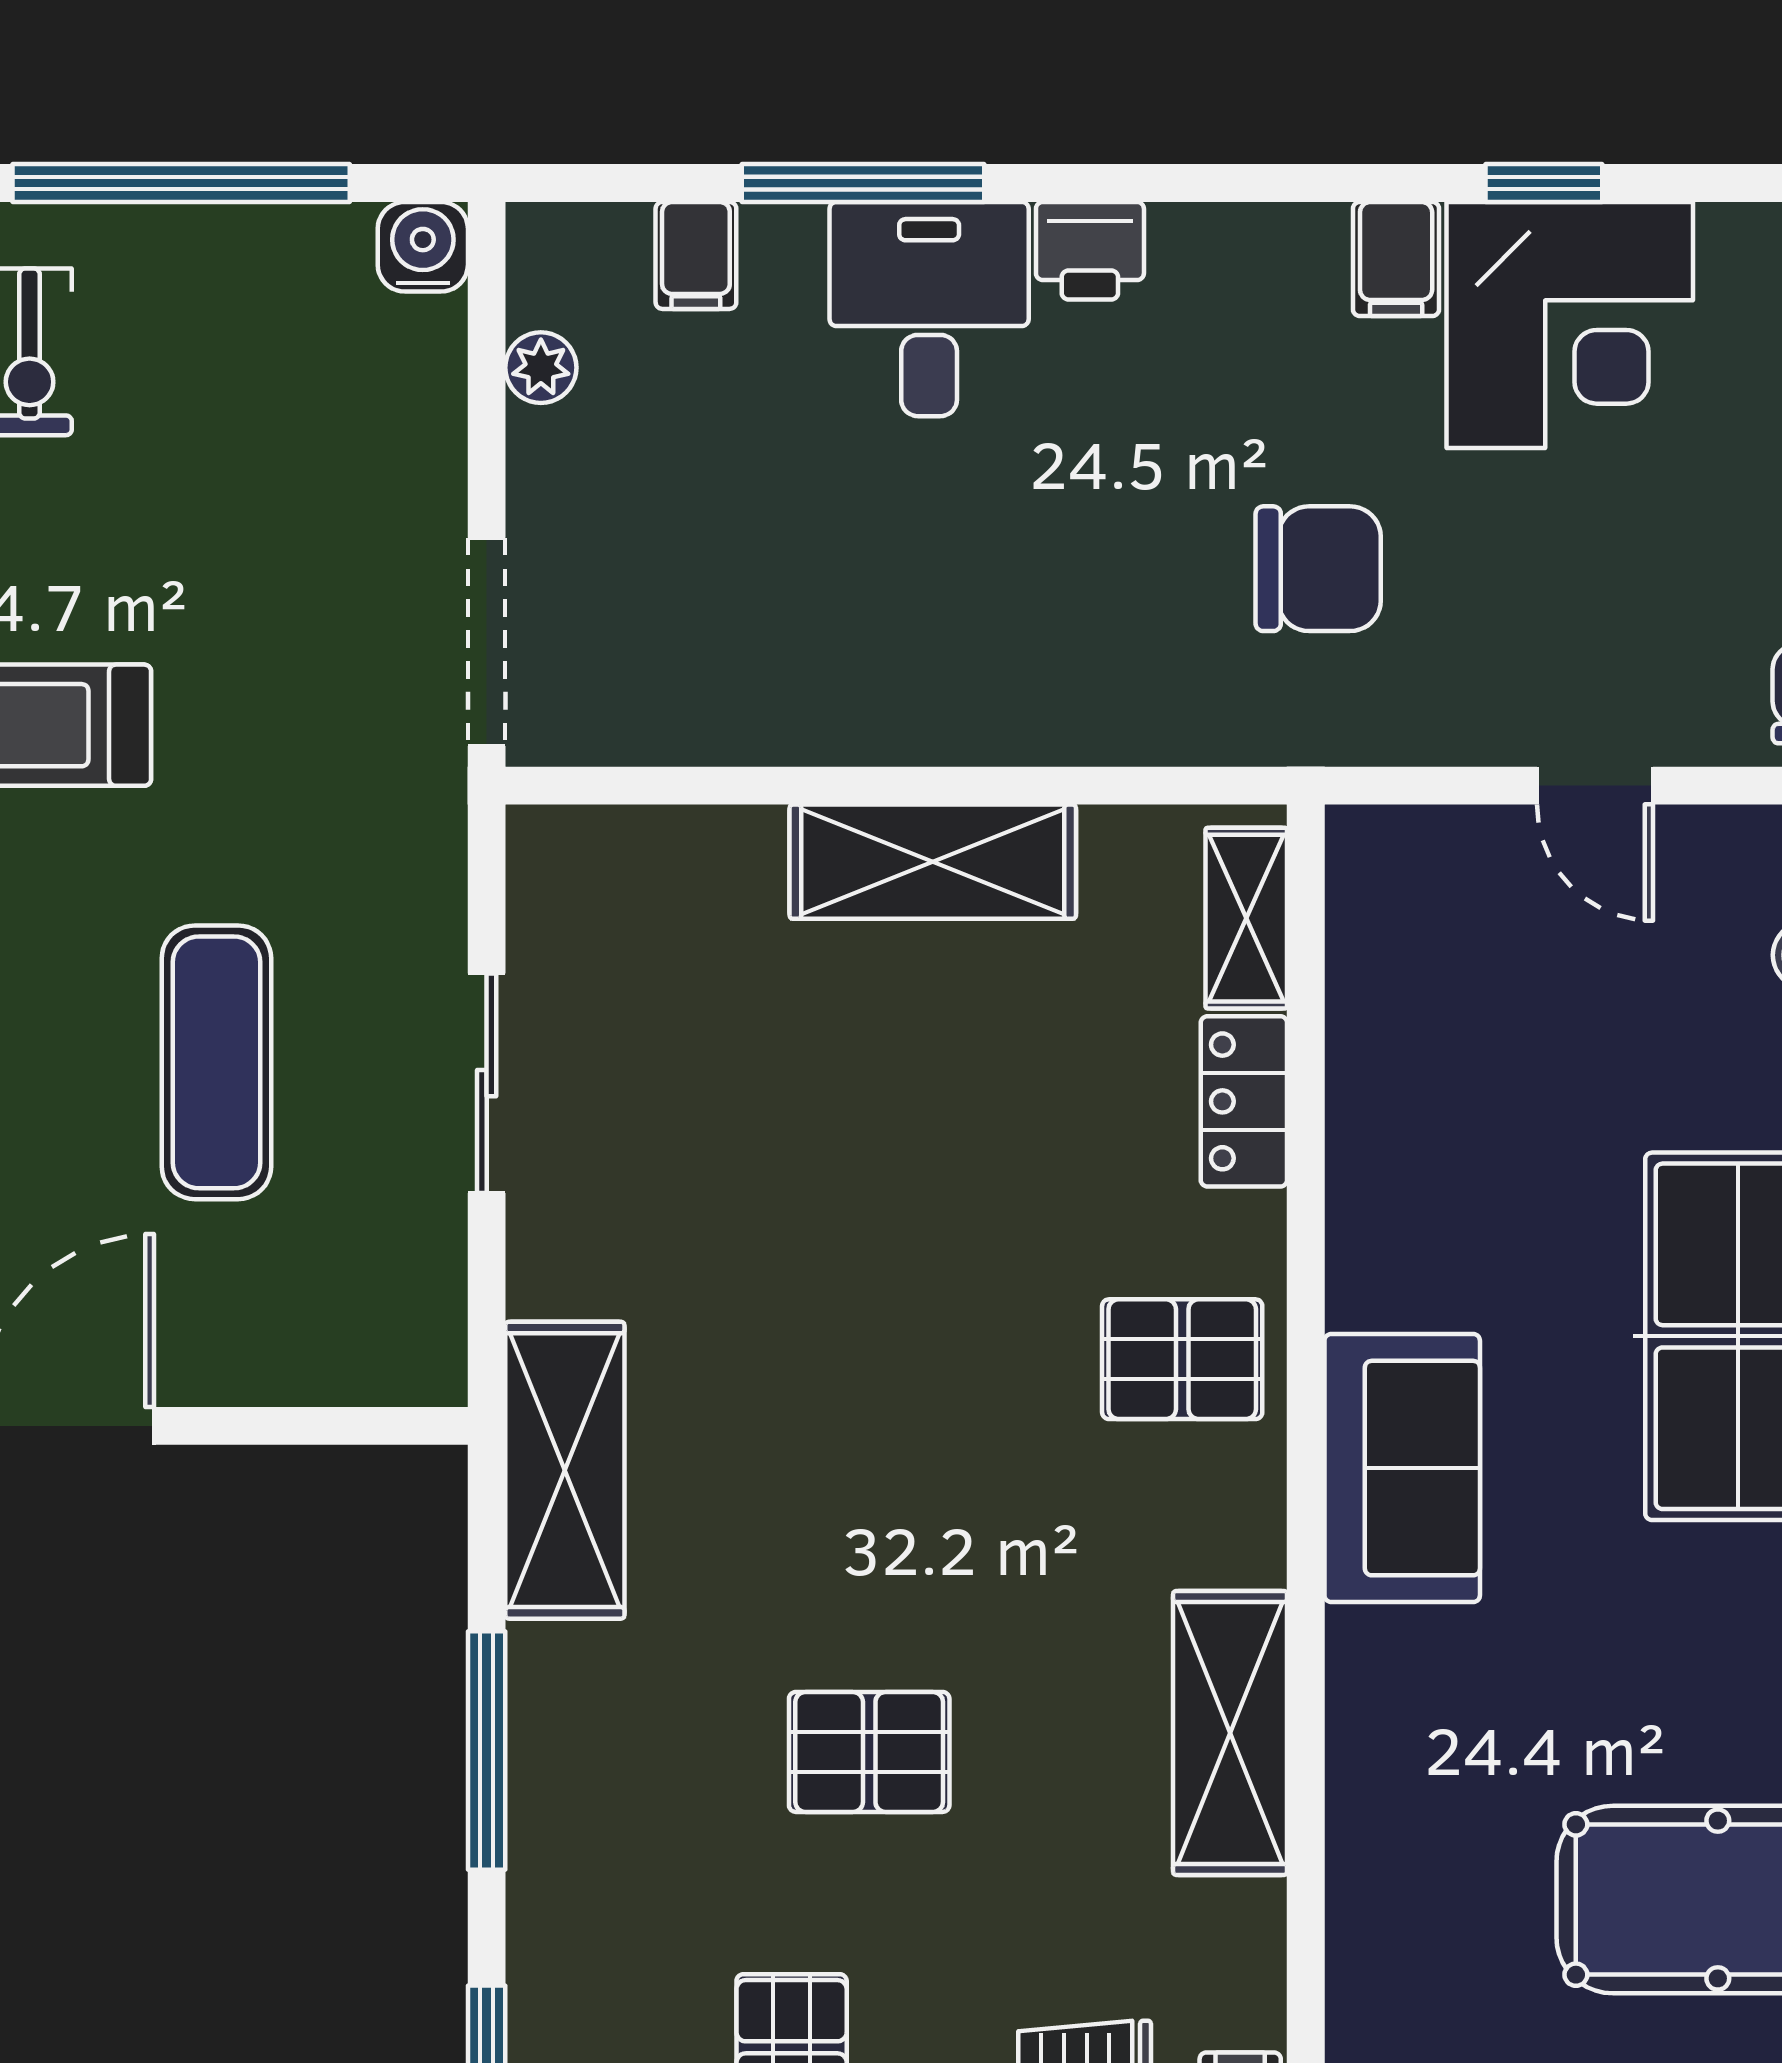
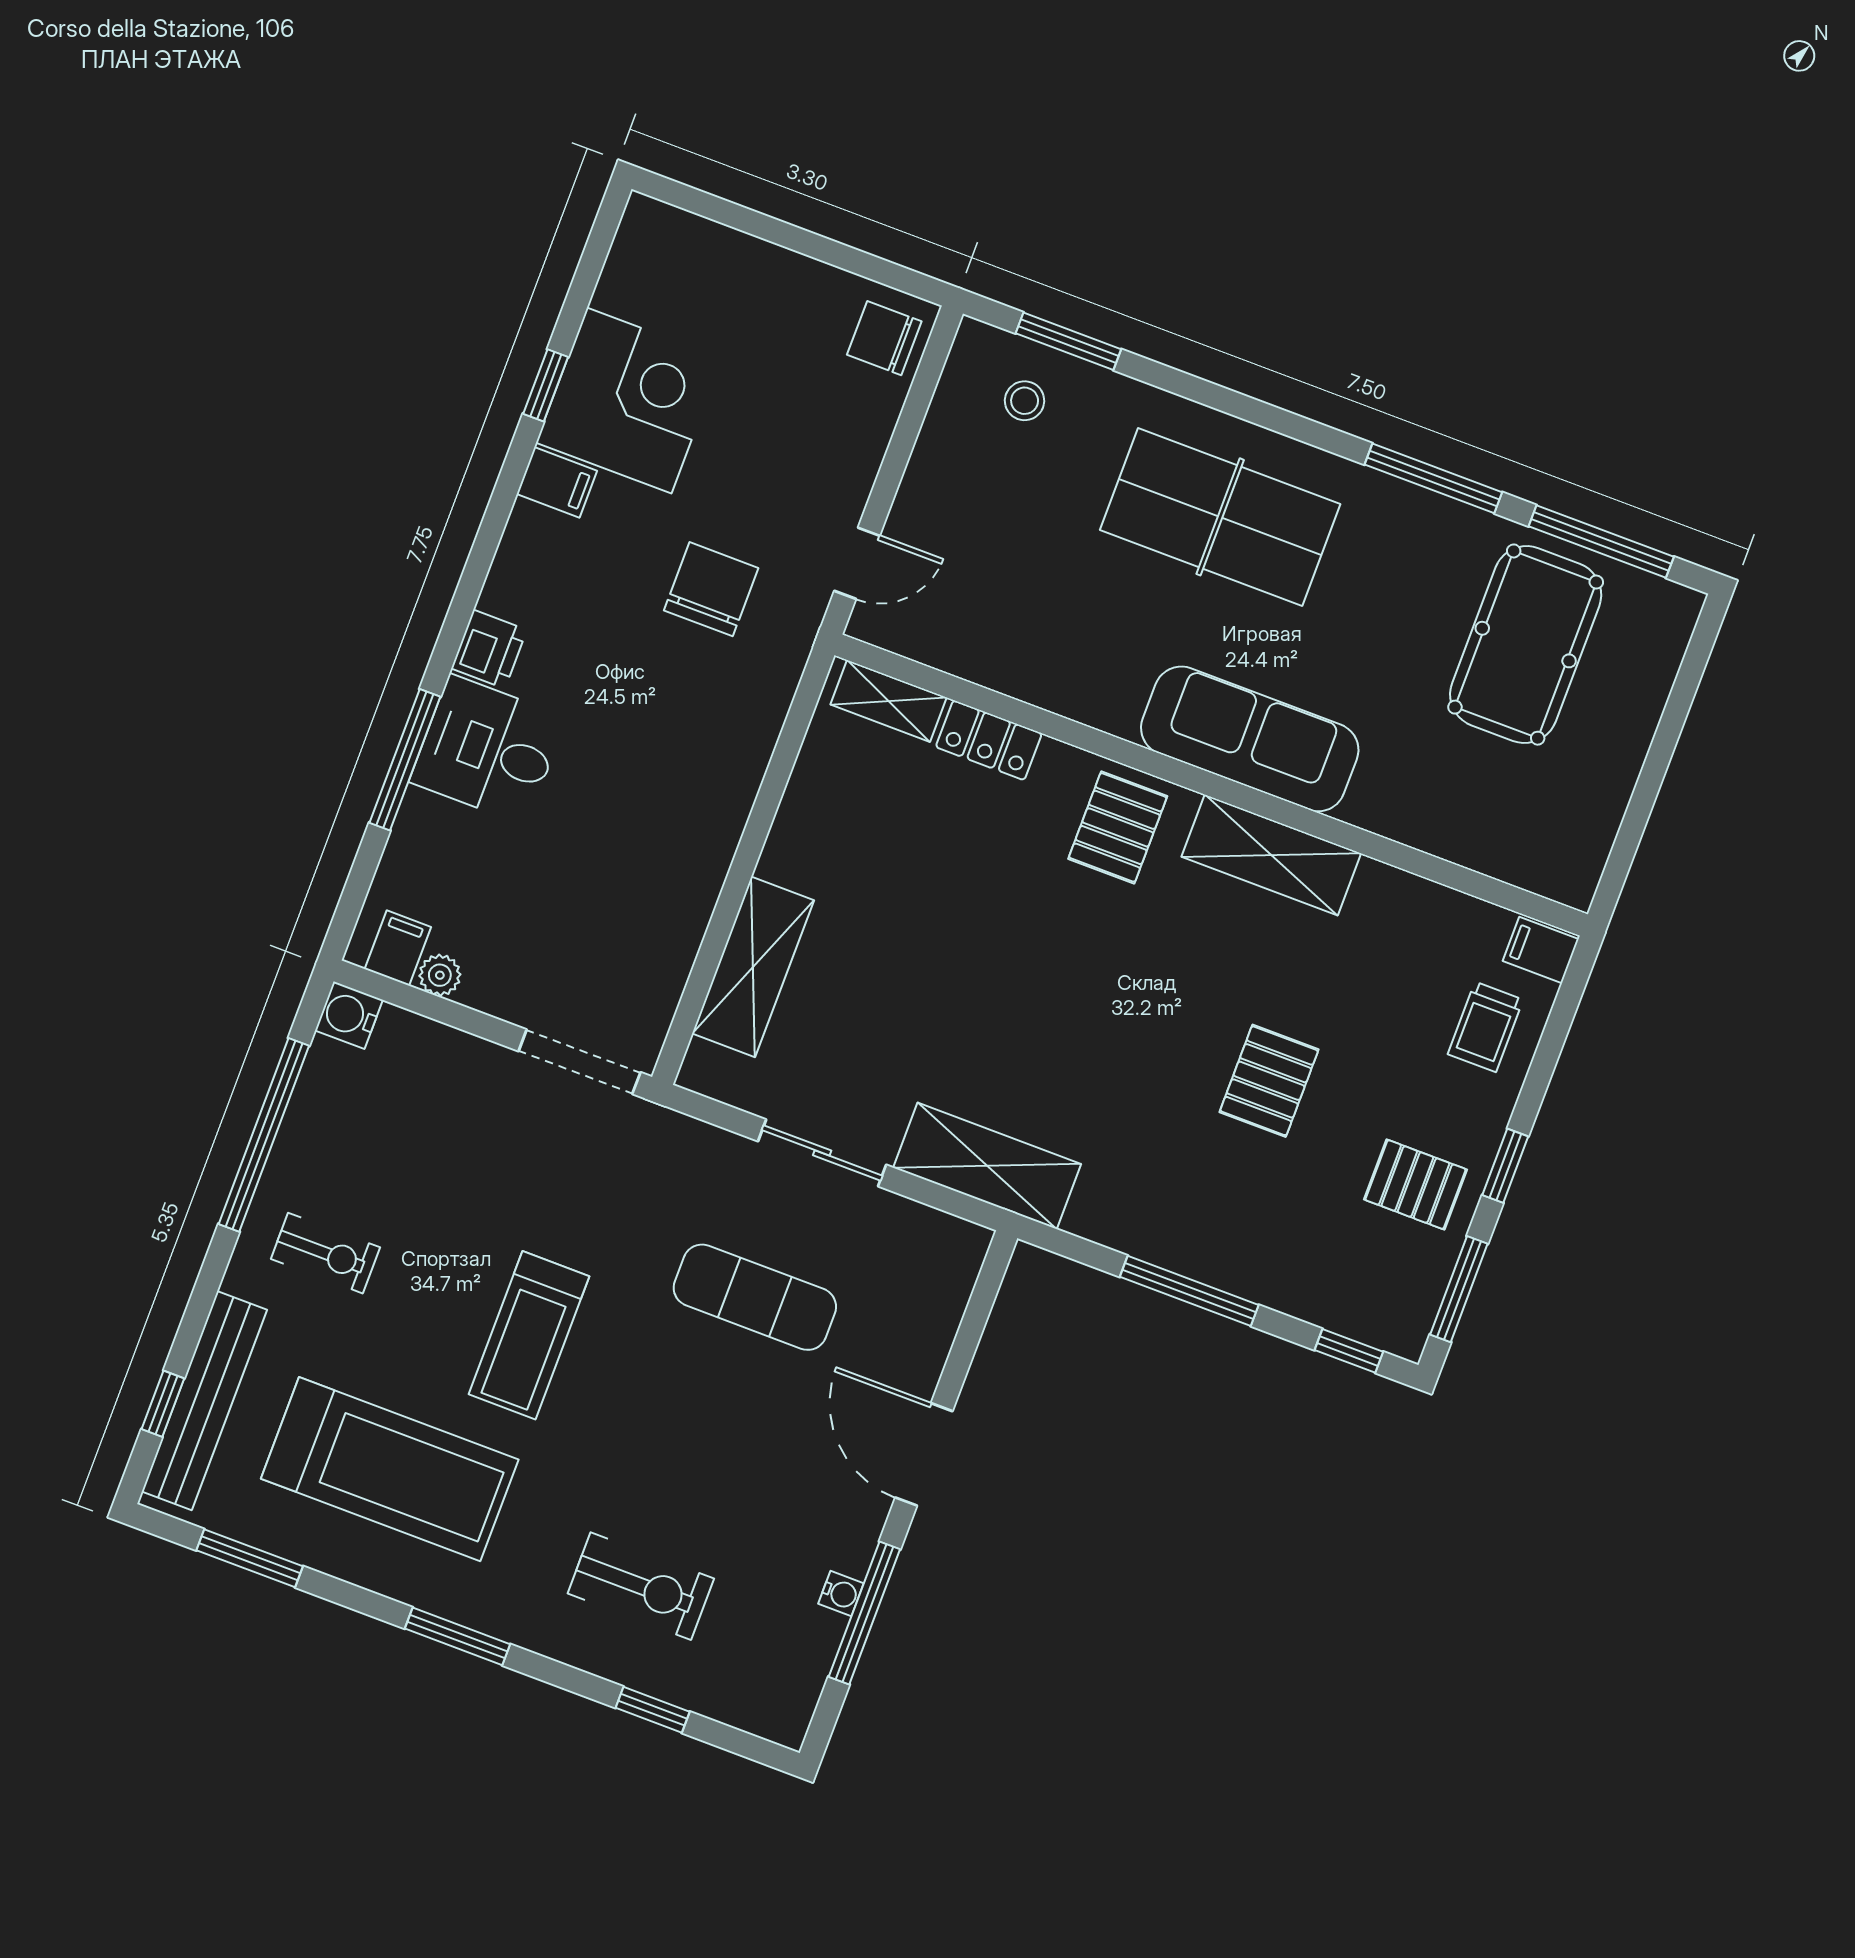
filing cabinet: (696, 255) -> (398, 948), moved, turned -90
door: (1595, 786) -> (857, 563), moved
shelving: (933, 862) -> (753, 967), moved
sofa: (1402, 1468) -> (1250, 739), width x1.36
shelving: (565, 1470) -> (987, 1166), moved
shelving: (1230, 1733) -> (1271, 855), moved

